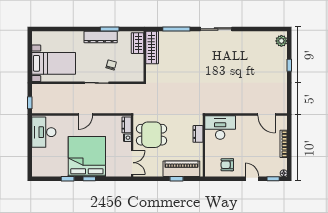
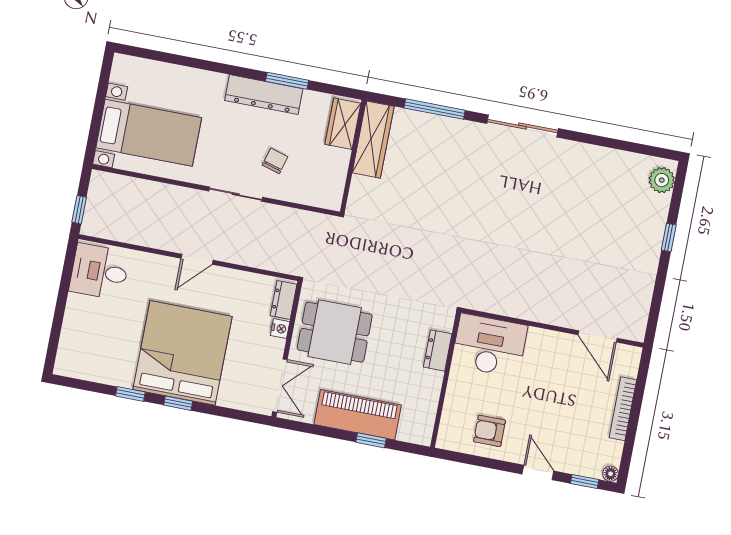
desk: (44, 132) -> (99, 272), width x0.73
piano: (181, 169) -> (358, 415), moved

